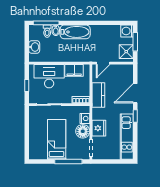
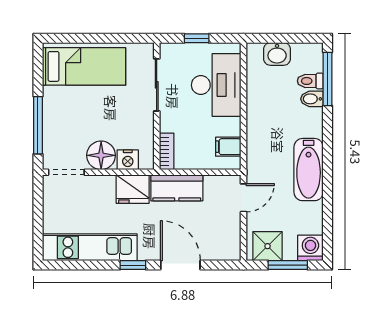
bathtub: (75, 32) -> (309, 170), moved
door: (103, 63) -> (243, 198), swing flipped
filing cabinet: (74, 70) -> (228, 147), width x0.50
fridge: (99, 128) -> (133, 189), moved
bed: (57, 139) -> (84, 66), moved

